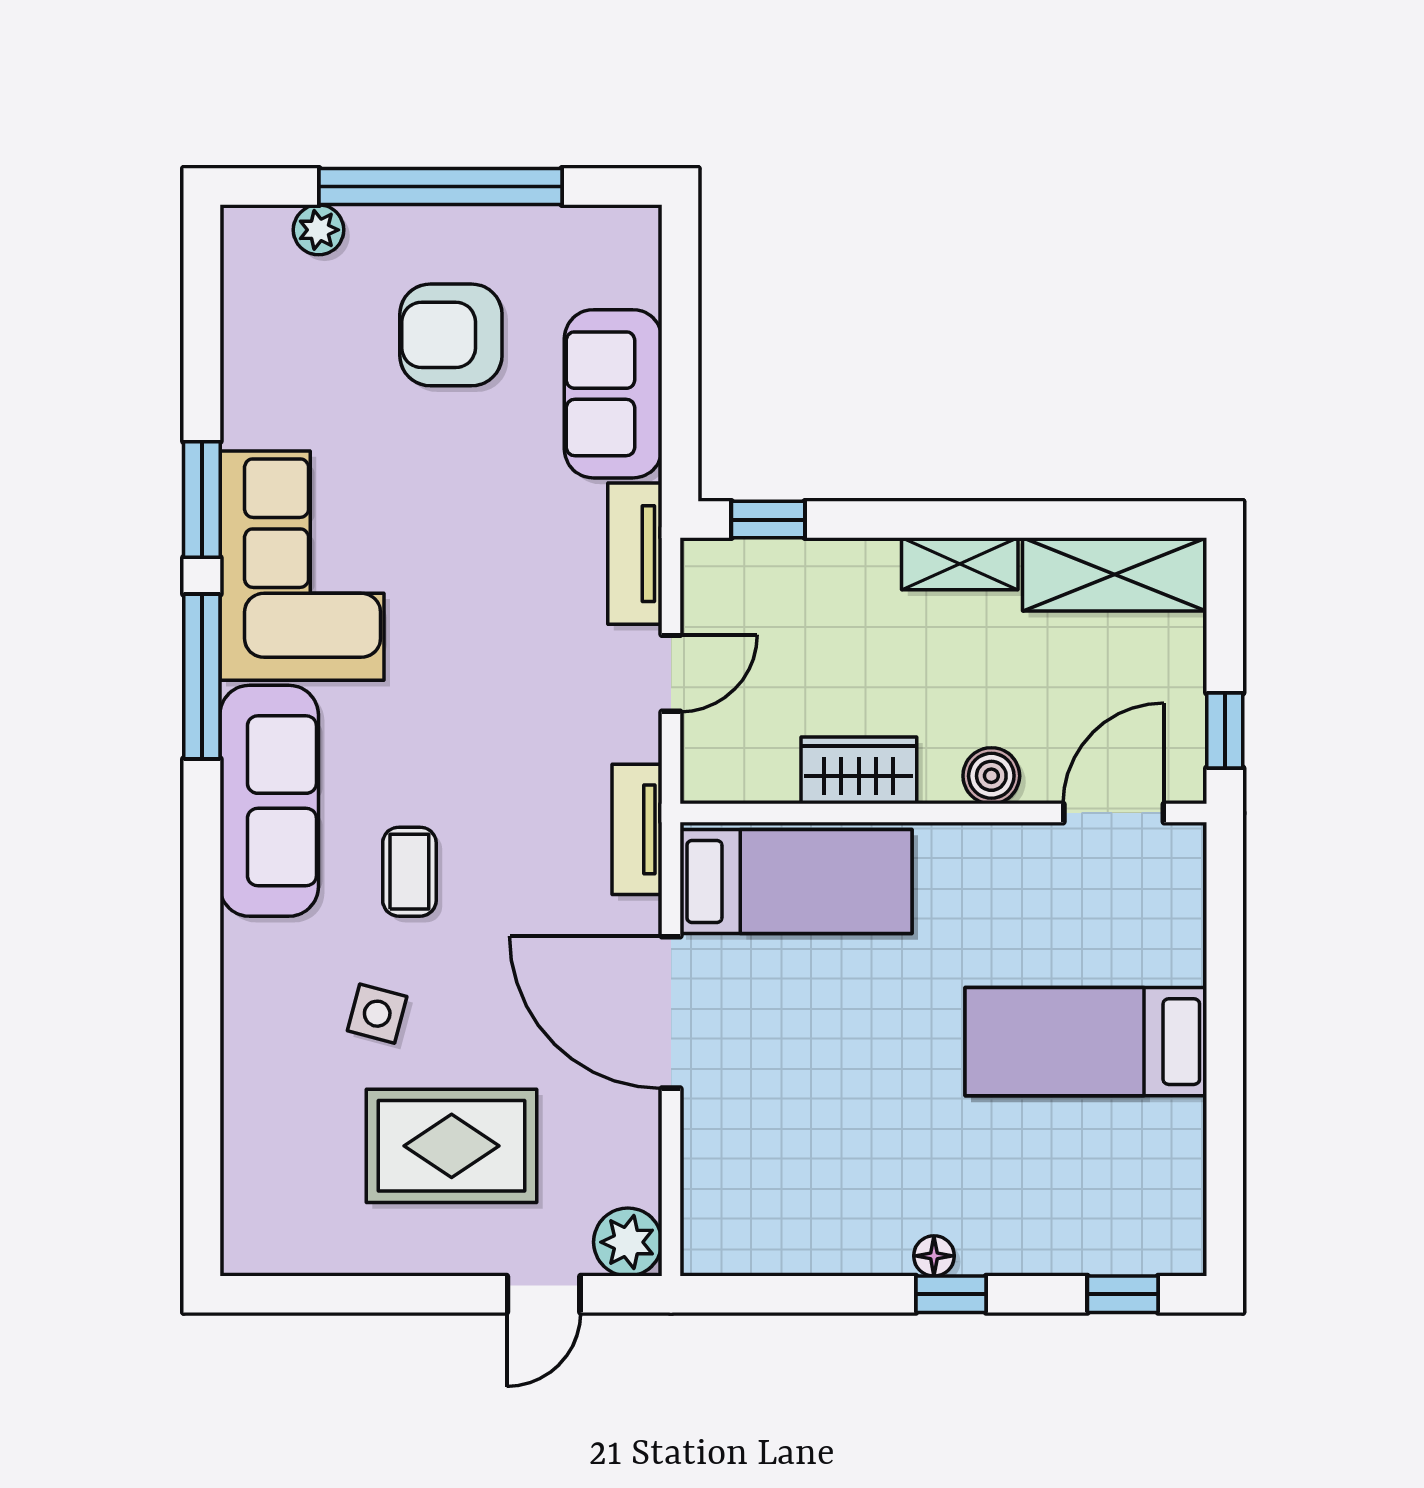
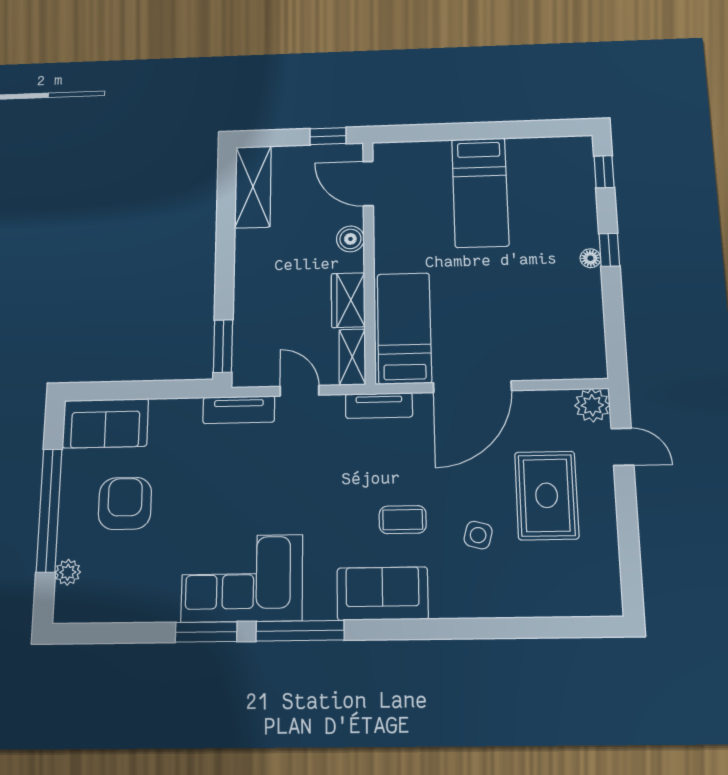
armchair: (451, 335) -> (125, 503), turned 180
sofa: (613, 394) -> (105, 423), moved
window: (768, 520) -> (223, 346), width x1.50
shelving: (960, 564) -> (352, 357), moved
sofa: (269, 801) -> (382, 594), width x0.73

